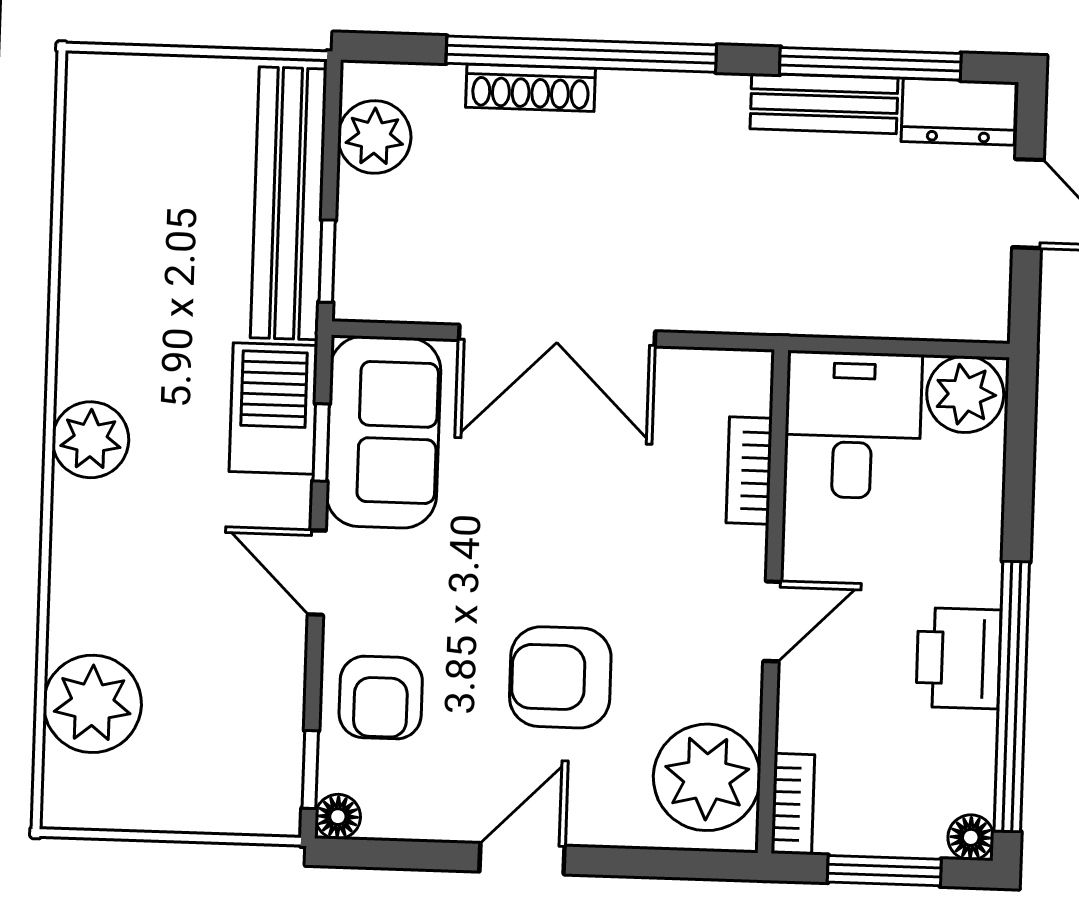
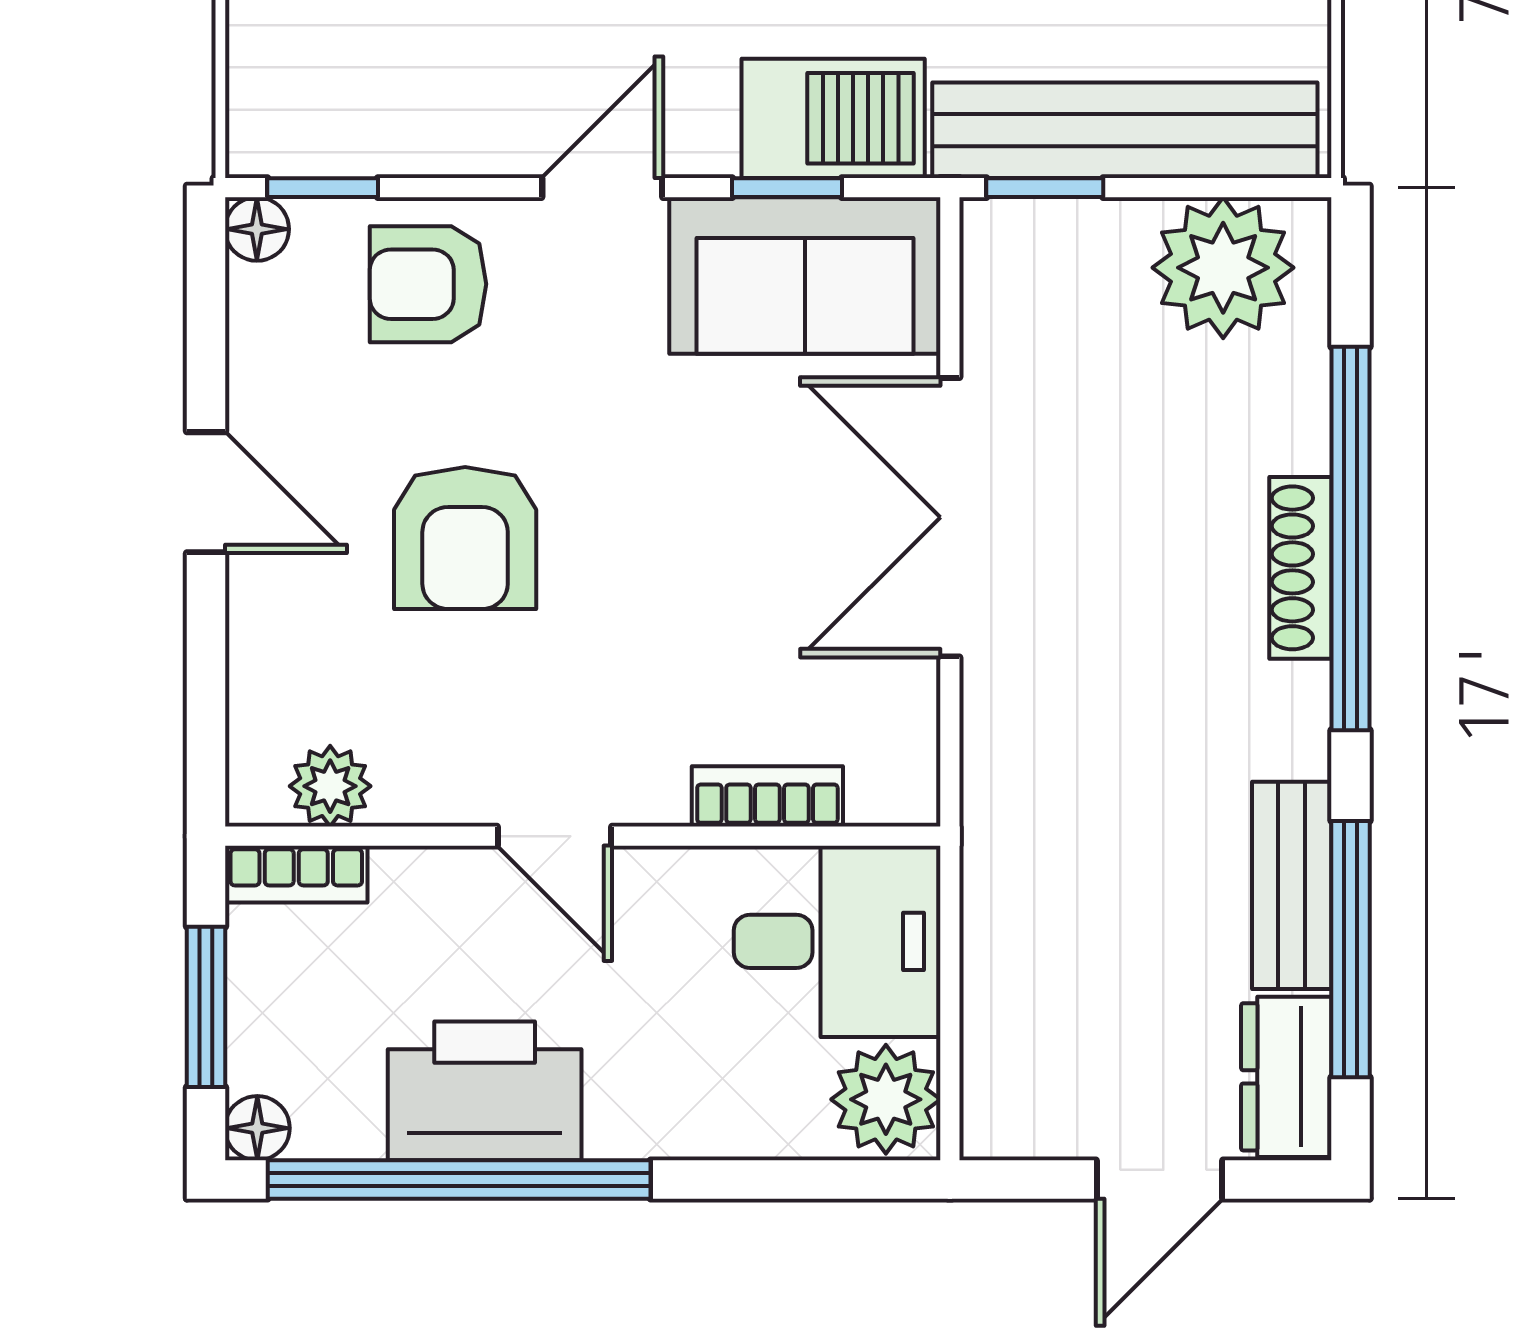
shoe rack: (531, 88) -> (1300, 568), moved
plant: (374, 137) -> (1223, 268), width x1.36, depth x1.36
printer: (958, 658) -> (485, 1091), width x1.37, depth x1.19
armchair: (560, 677) -> (465, 538), turned 180
plant: (707, 777) -> (330, 786), width x0.53, depth x0.53

